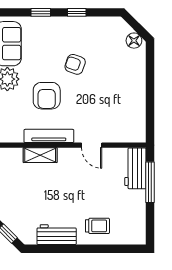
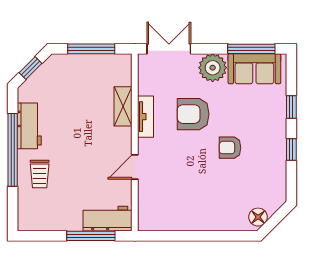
armchair: (75, 64) -> (230, 148), turned -109
tv unit: (49, 136) -> (146, 117), width x0.71
window: (77, 249) -> (13, 150), added

